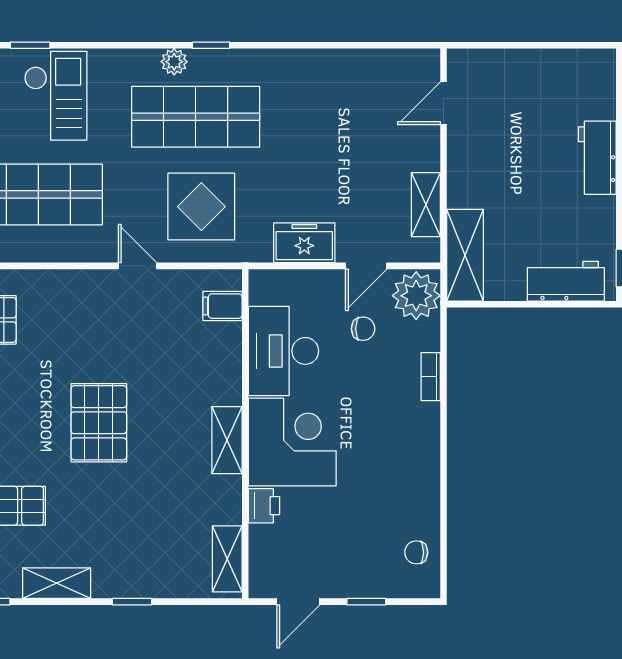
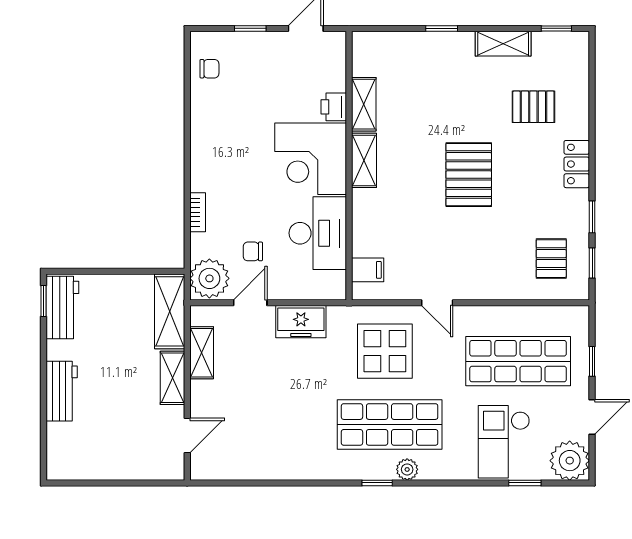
shelving: (461, 174) -> (173, 378), added
workbench: (566, 281) -> (62, 307), moved, turned -90
shelving: (227, 559) -> (364, 104), moved

